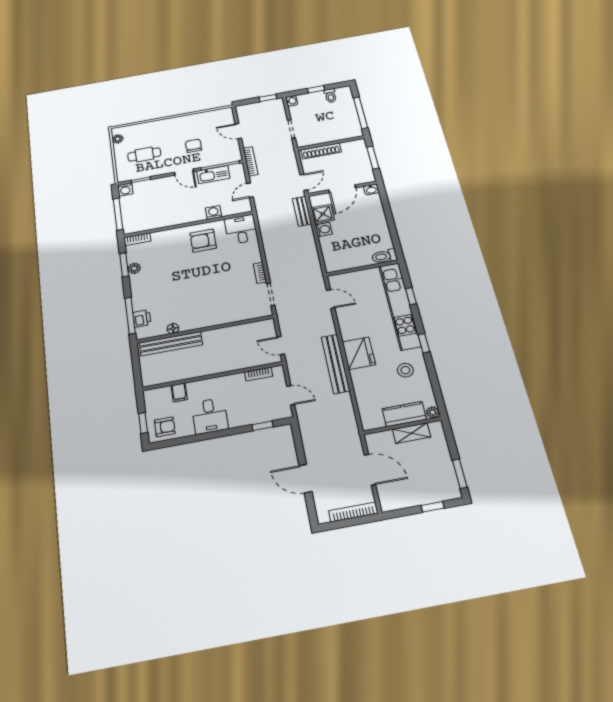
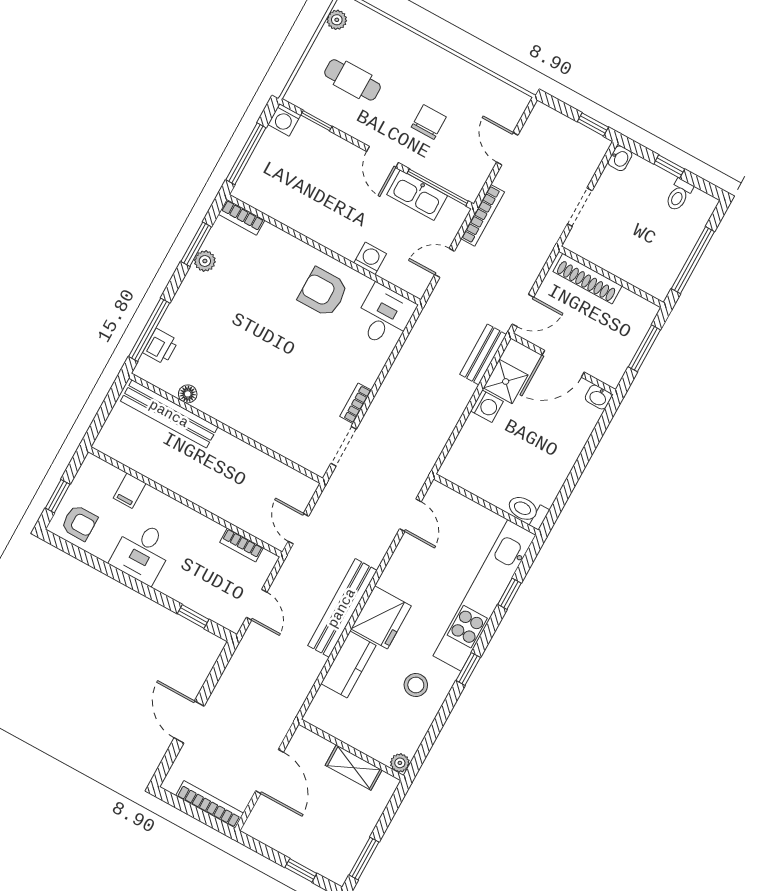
kitchen counter: (404, 414) -> (348, 664), moved, turned 90

